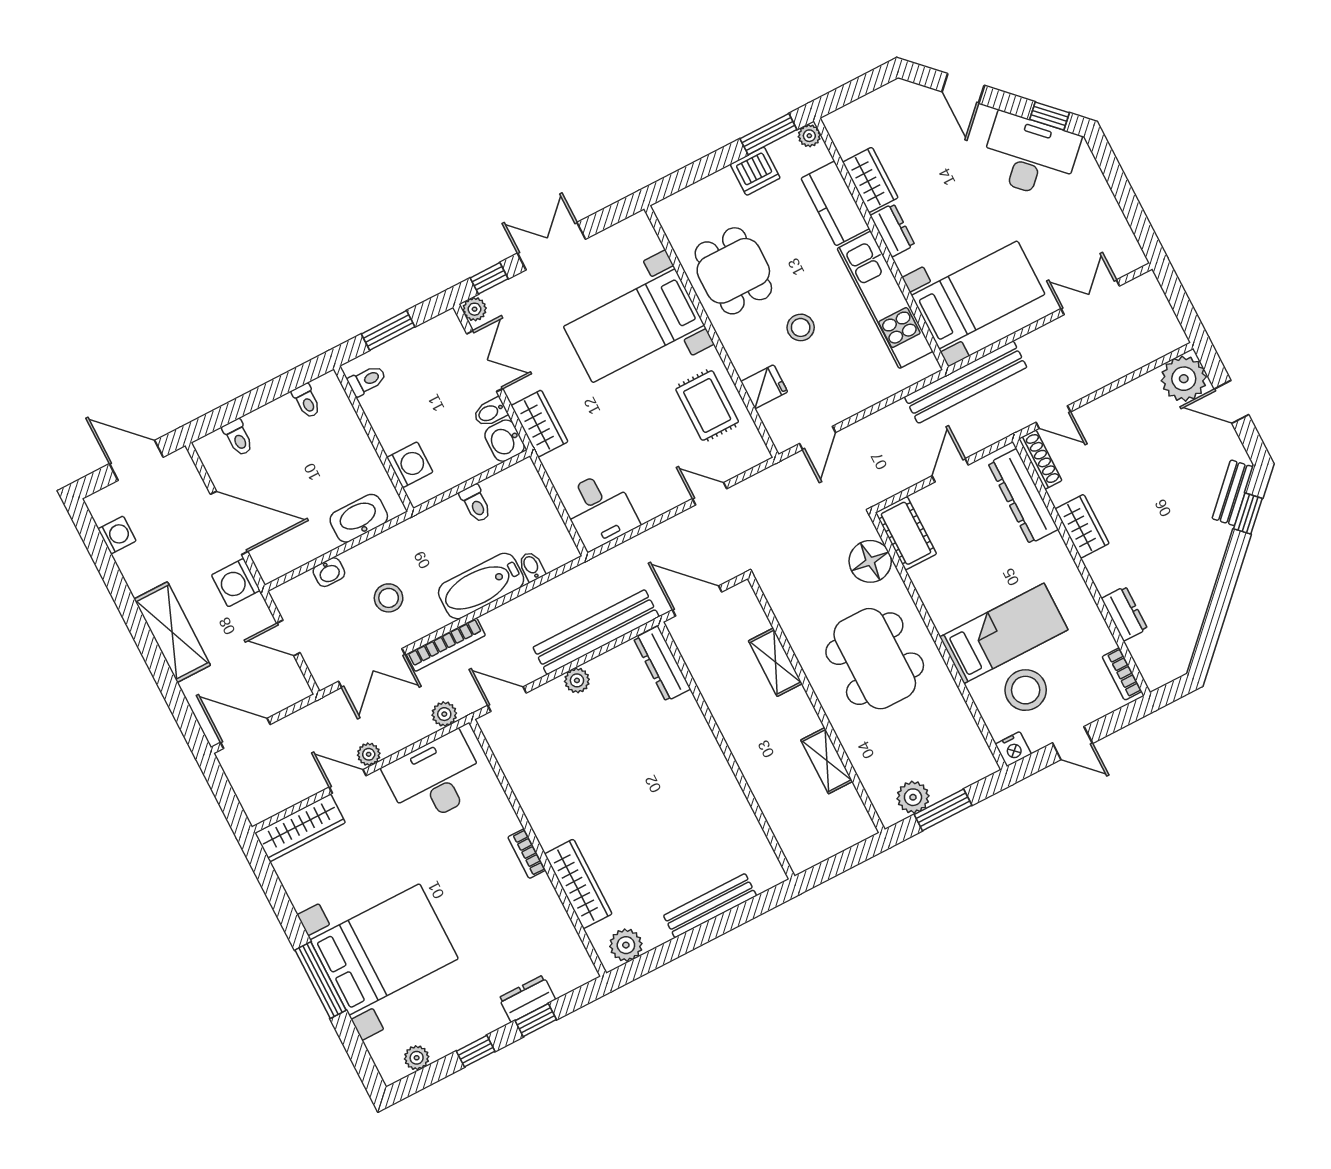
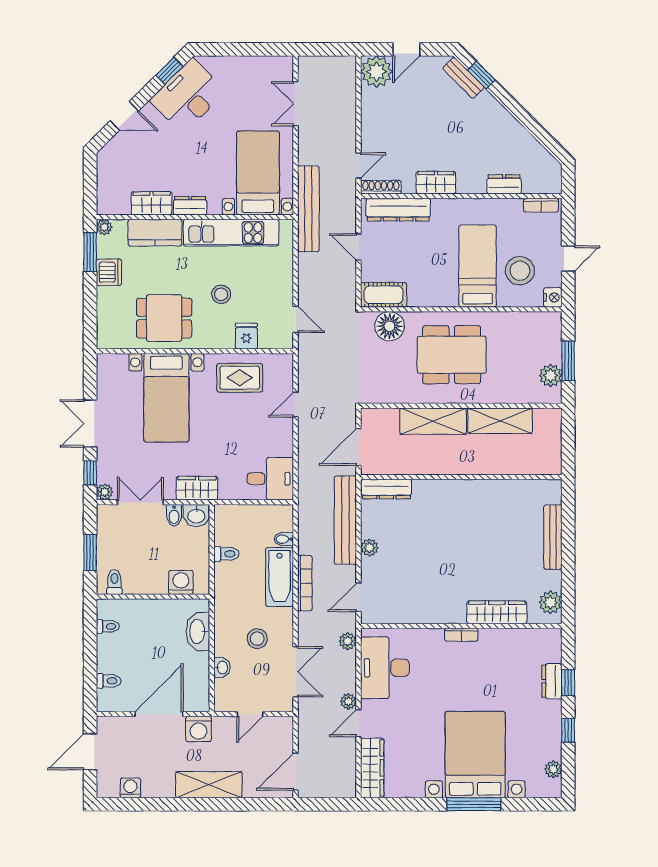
bookcase: (446, 645) -> (305, 583), moved
shelving: (775, 662) -> (433, 421), width x1.50, depth x1.33
shelving: (827, 761) -> (500, 421), width x1.50, depth x1.33

